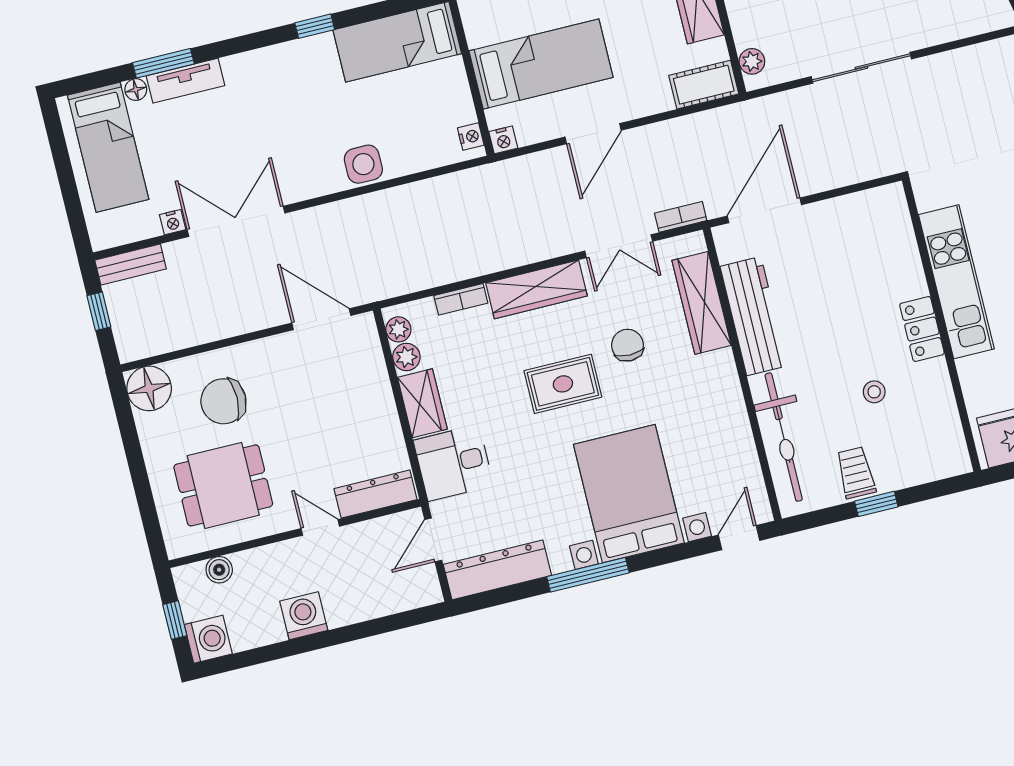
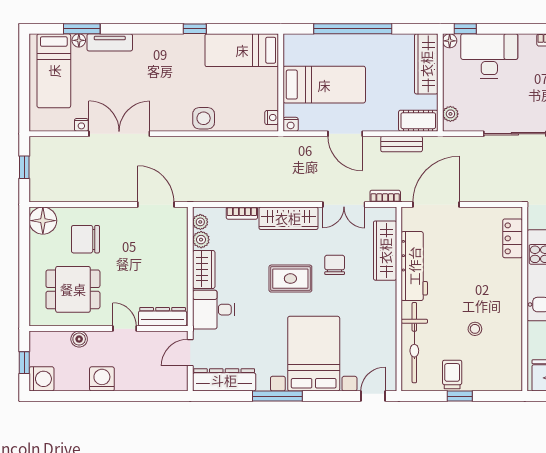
window: (163, 63) -> (82, 29), moved
door: (593, 134) -> (345, 134), hinge flipped
bench: (131, 265) -> (402, 144), moved
locker: (922, 329) -> (513, 238), moved
boiler: (219, 570) -> (79, 339), moved

